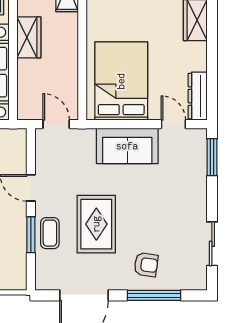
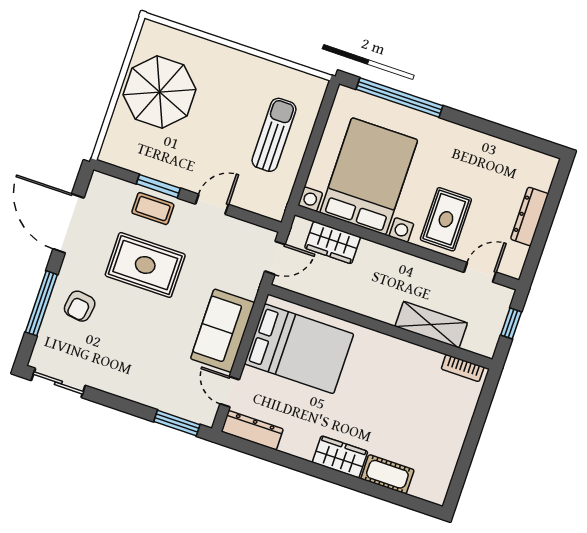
wardrobe: (29, 37) -> (333, 243), moved
door: (173, 124) -> (230, 392), swing flipped
sliding door: (212, 244) -> (58, 383), moved

